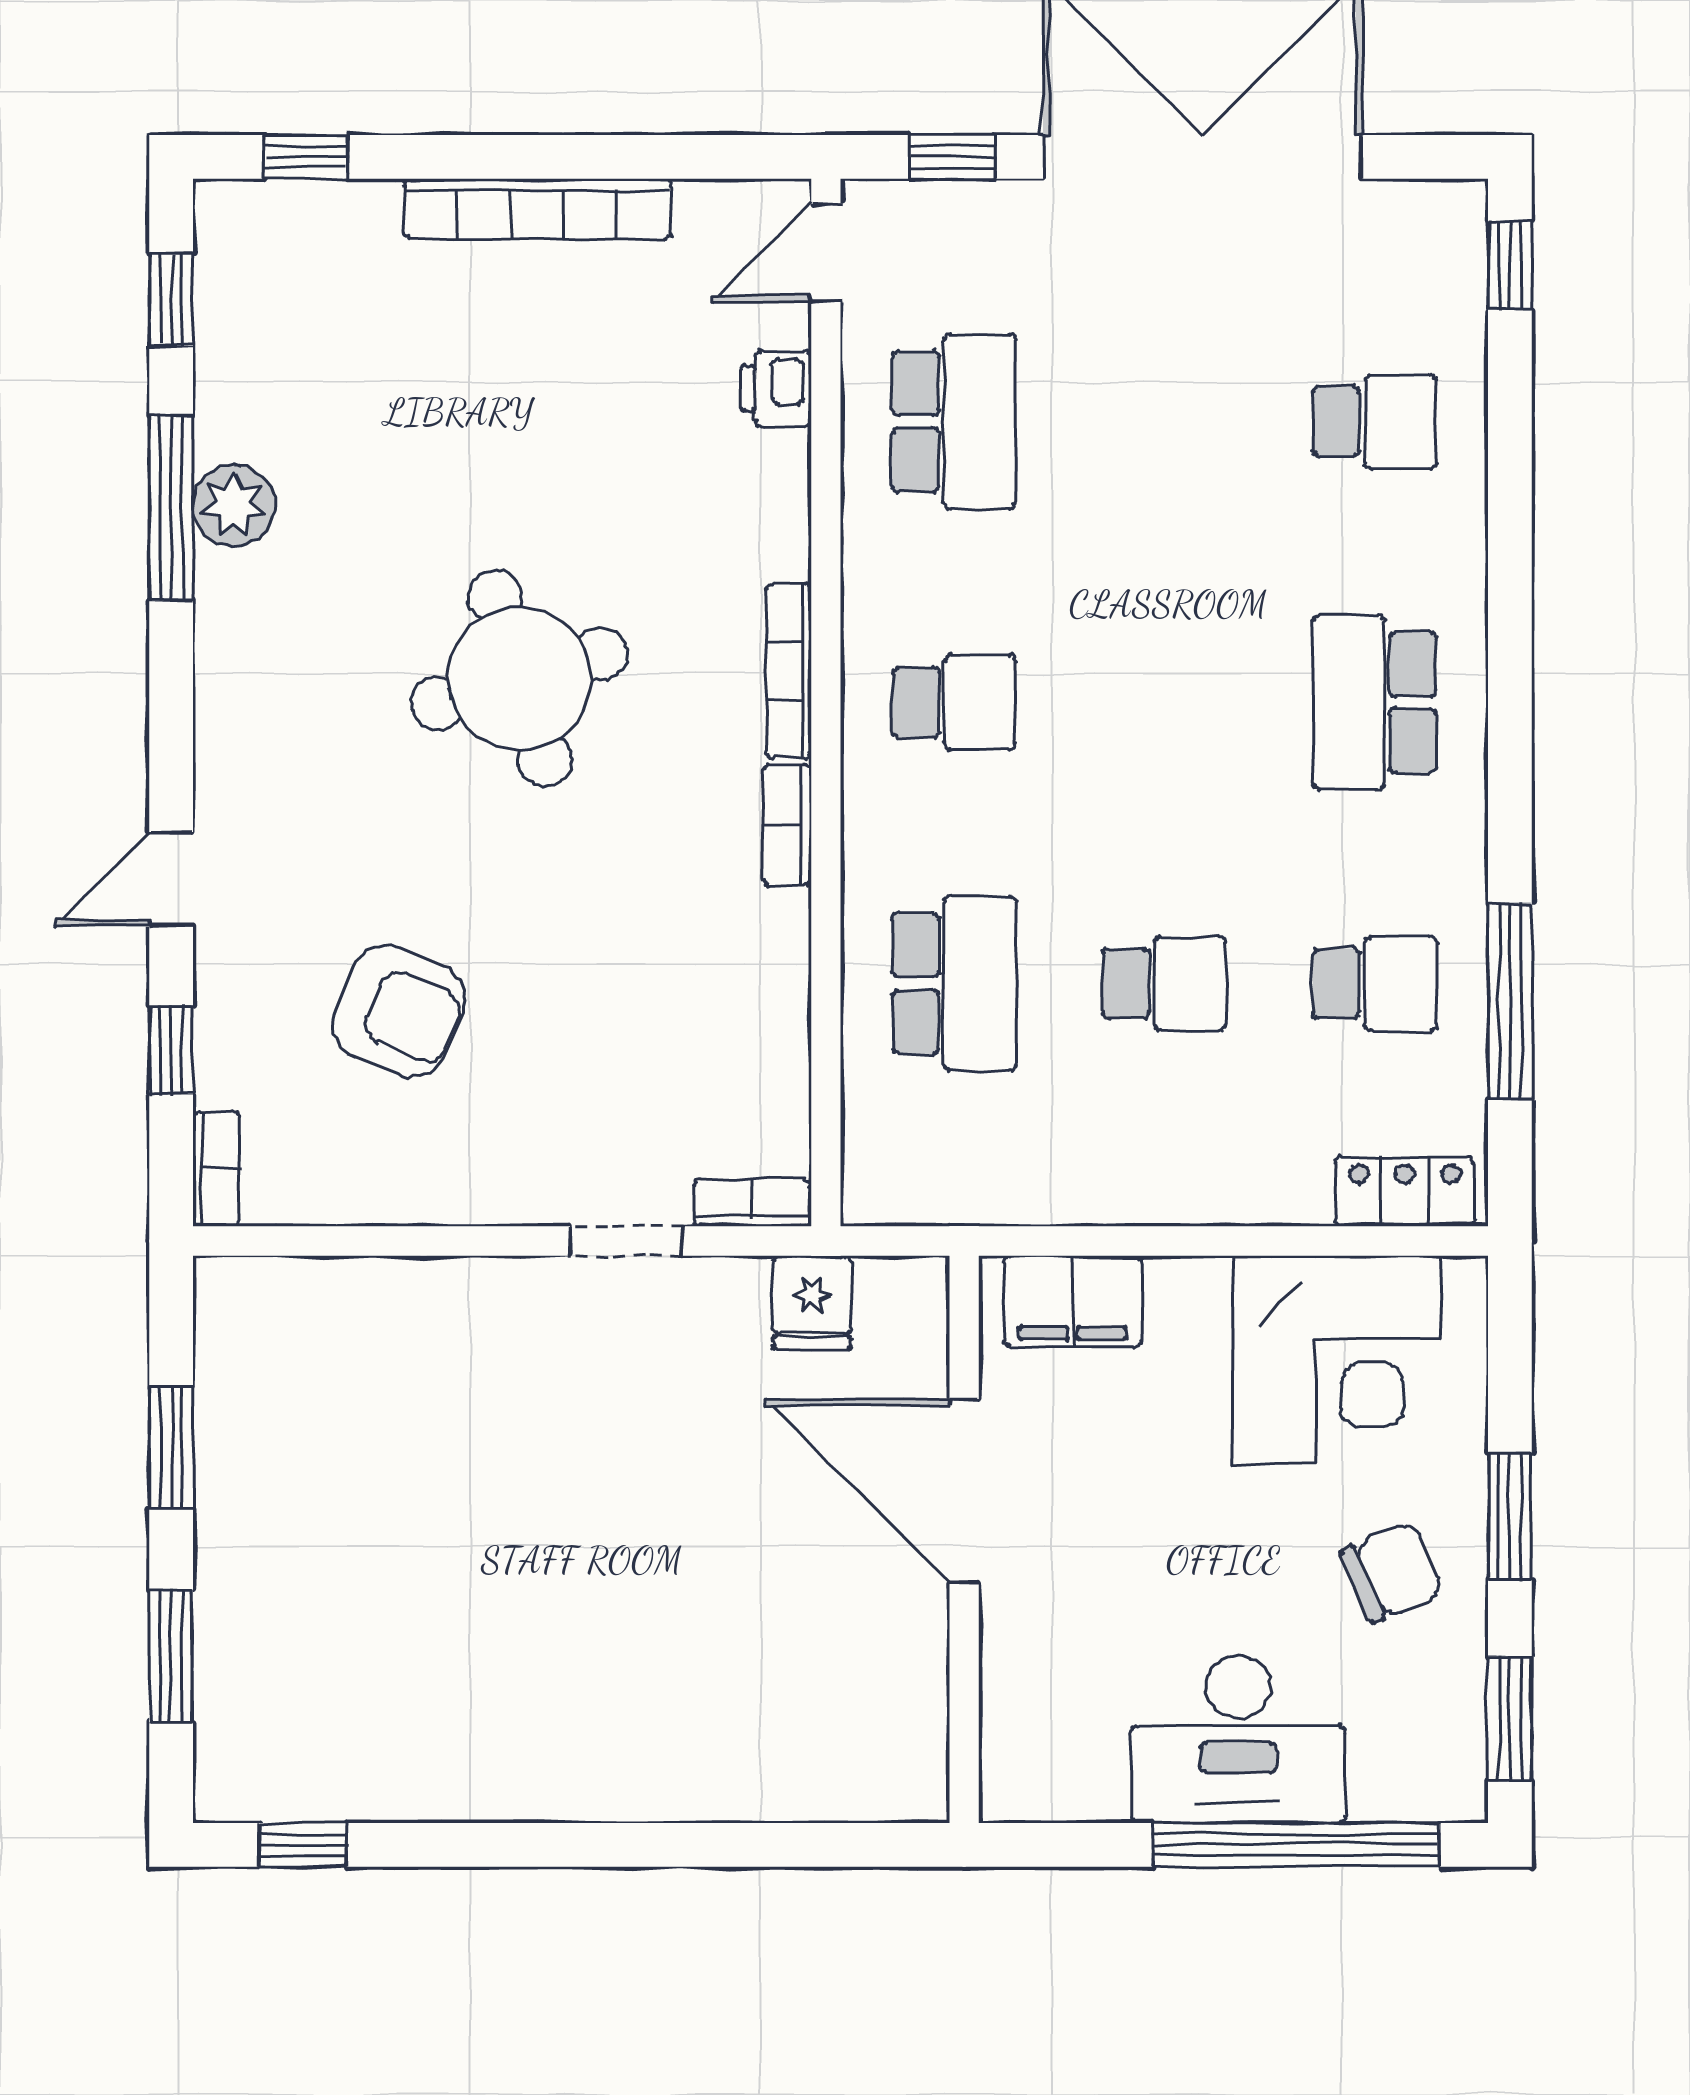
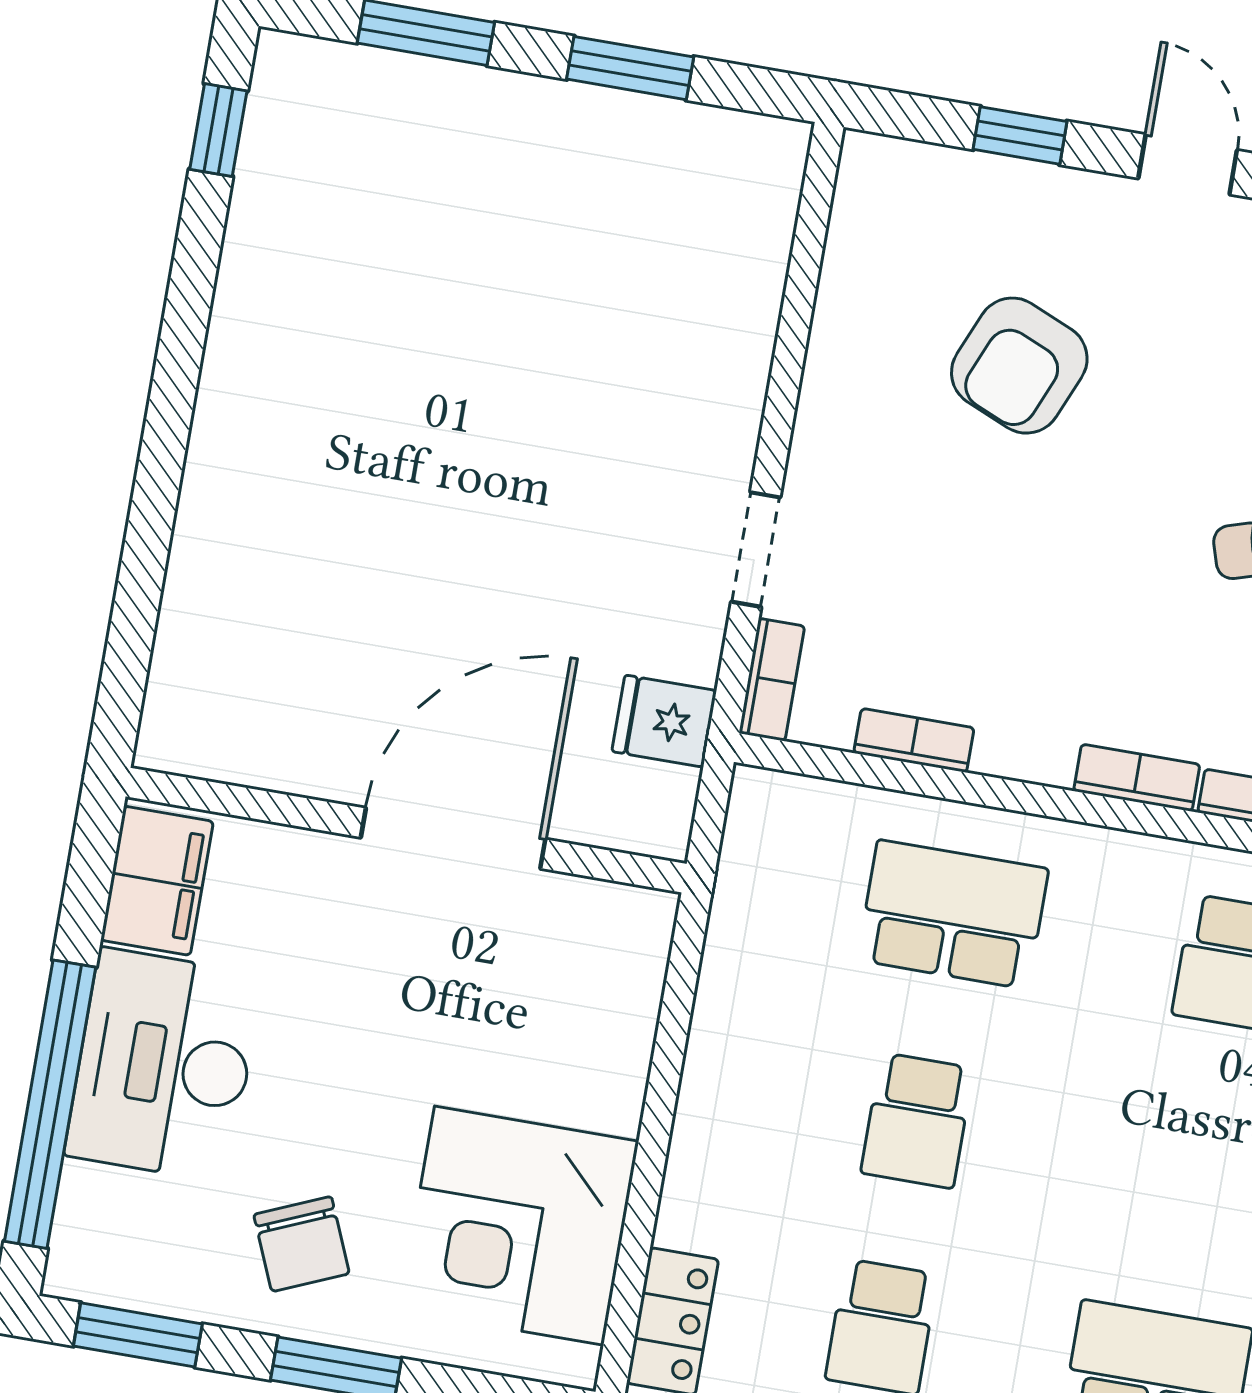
school desk: (954, 983) -> (953, 914), turned 180
bookcase: (216, 1169) -> (914, 740), moved, turned 180
filing cabinet: (1073, 1301) -> (157, 881), moved, turned 180

